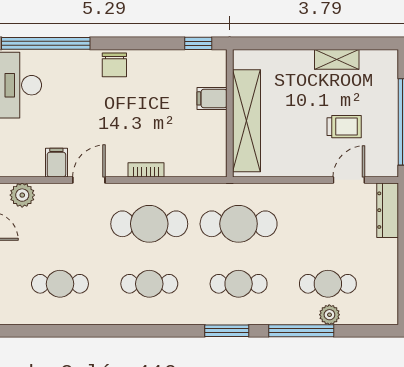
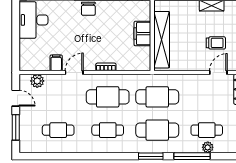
filing cabinet: (212, 98) -> (142, 34), width x2.00
cafe table: (239, 284) -> (157, 130), width x1.37, depth x1.35

